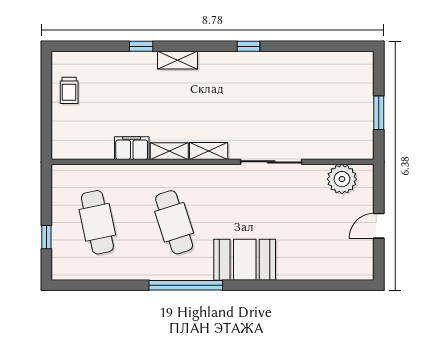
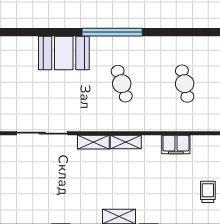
filing cabinet: (132, 148) -> (176, 144), moved
cafe table: (97, 222) -> (185, 84), width x0.73, depth x0.74
cafe table: (174, 222) -> (122, 84), width x0.73, depth x0.74

